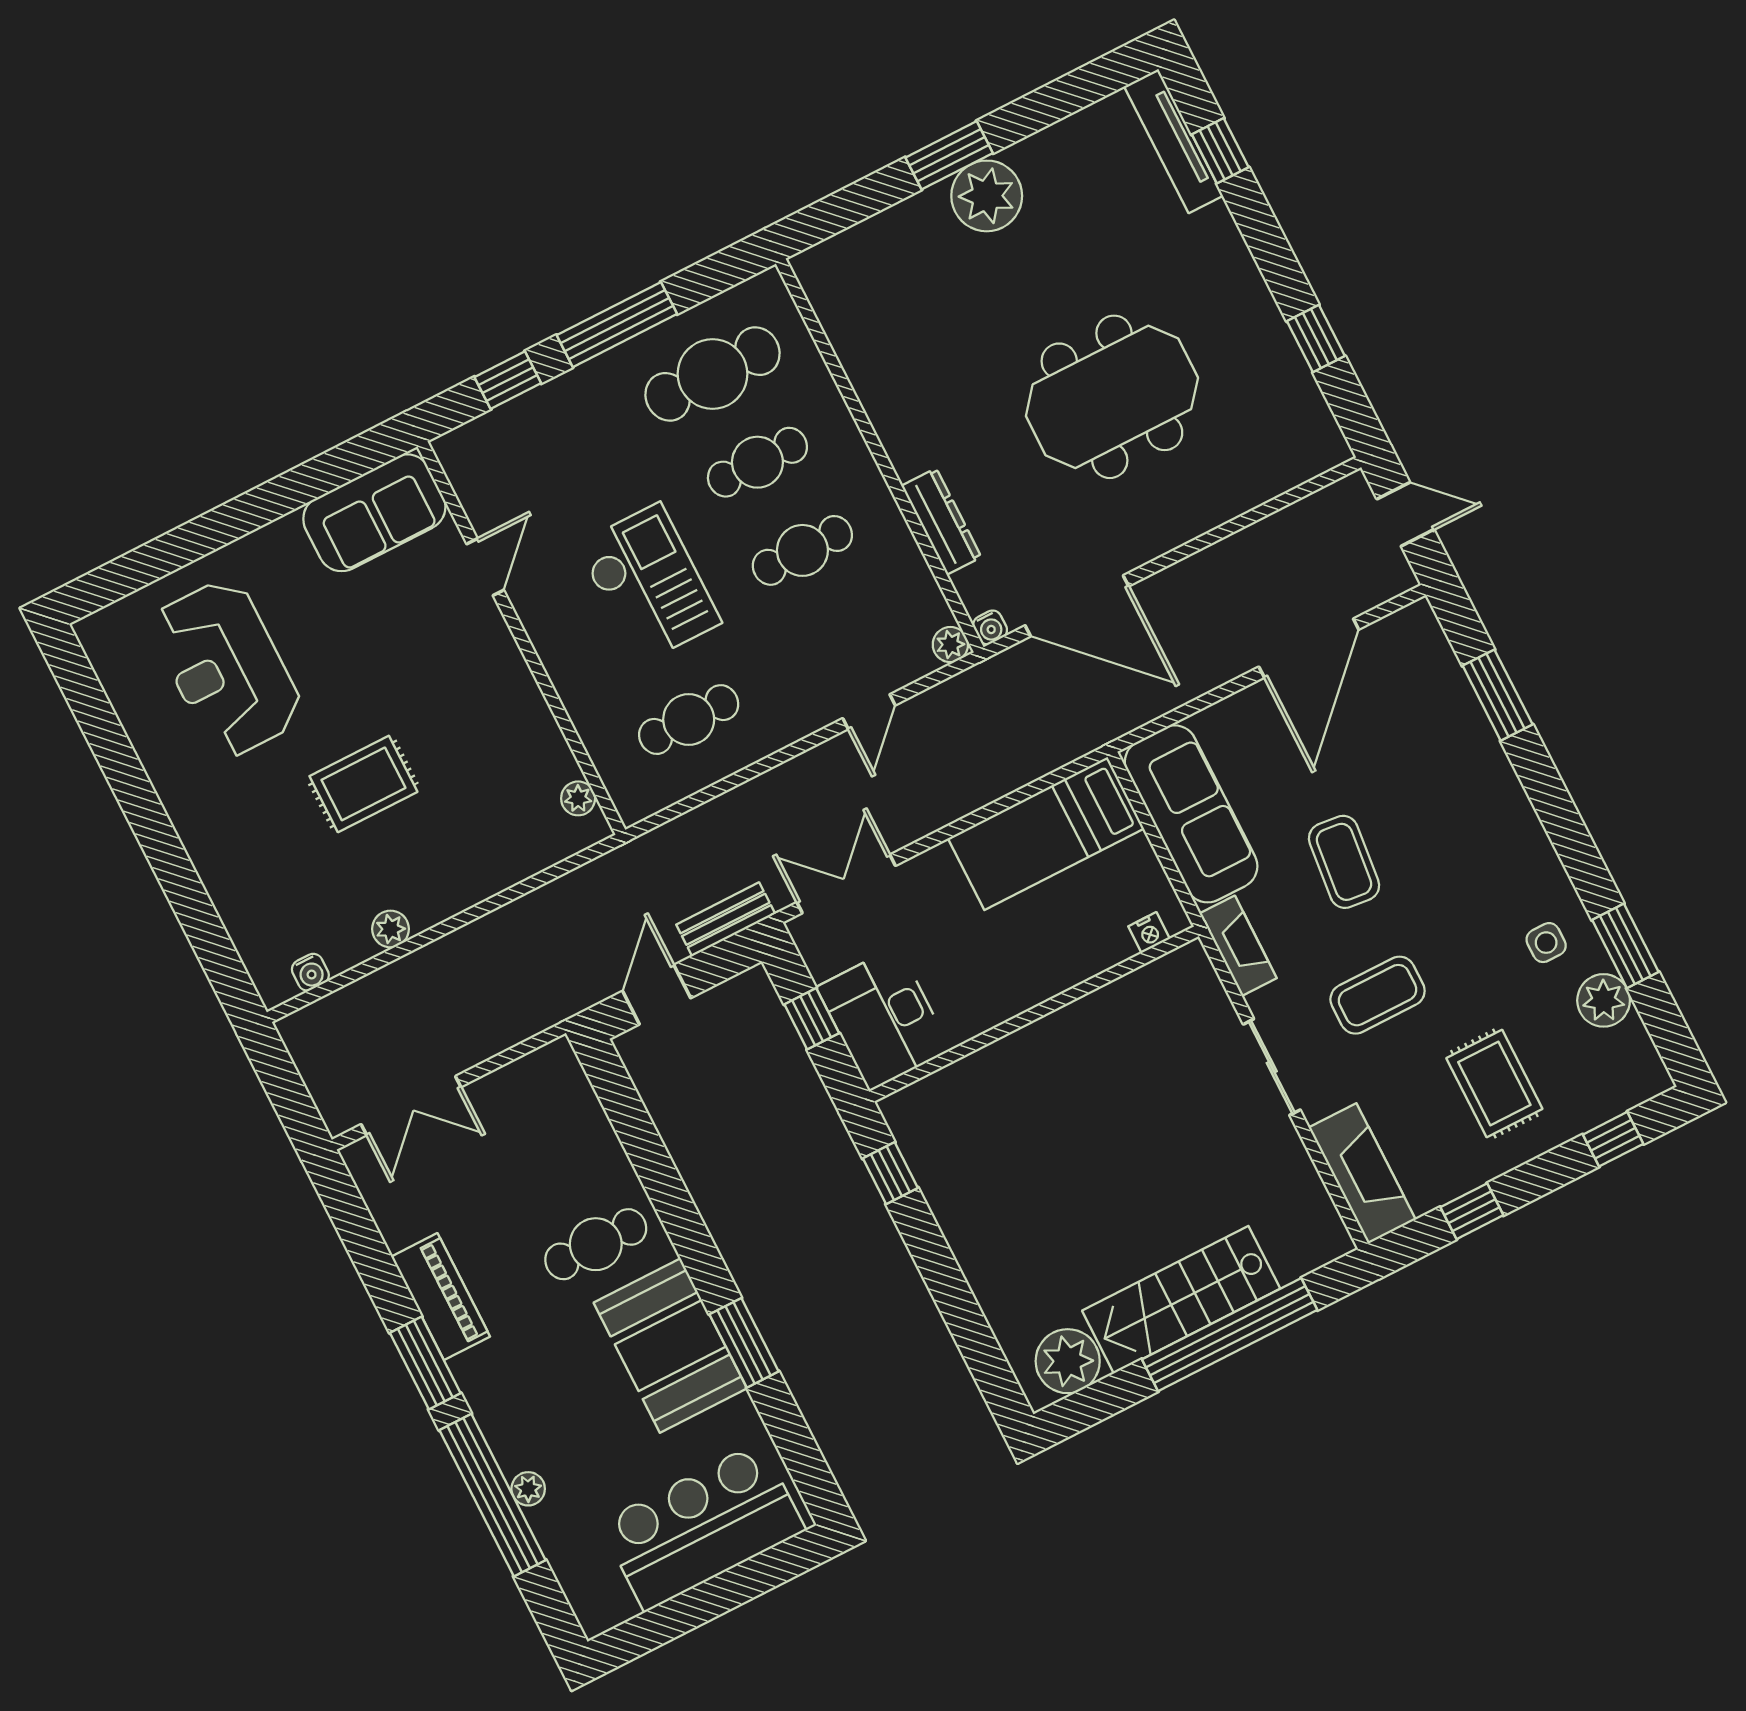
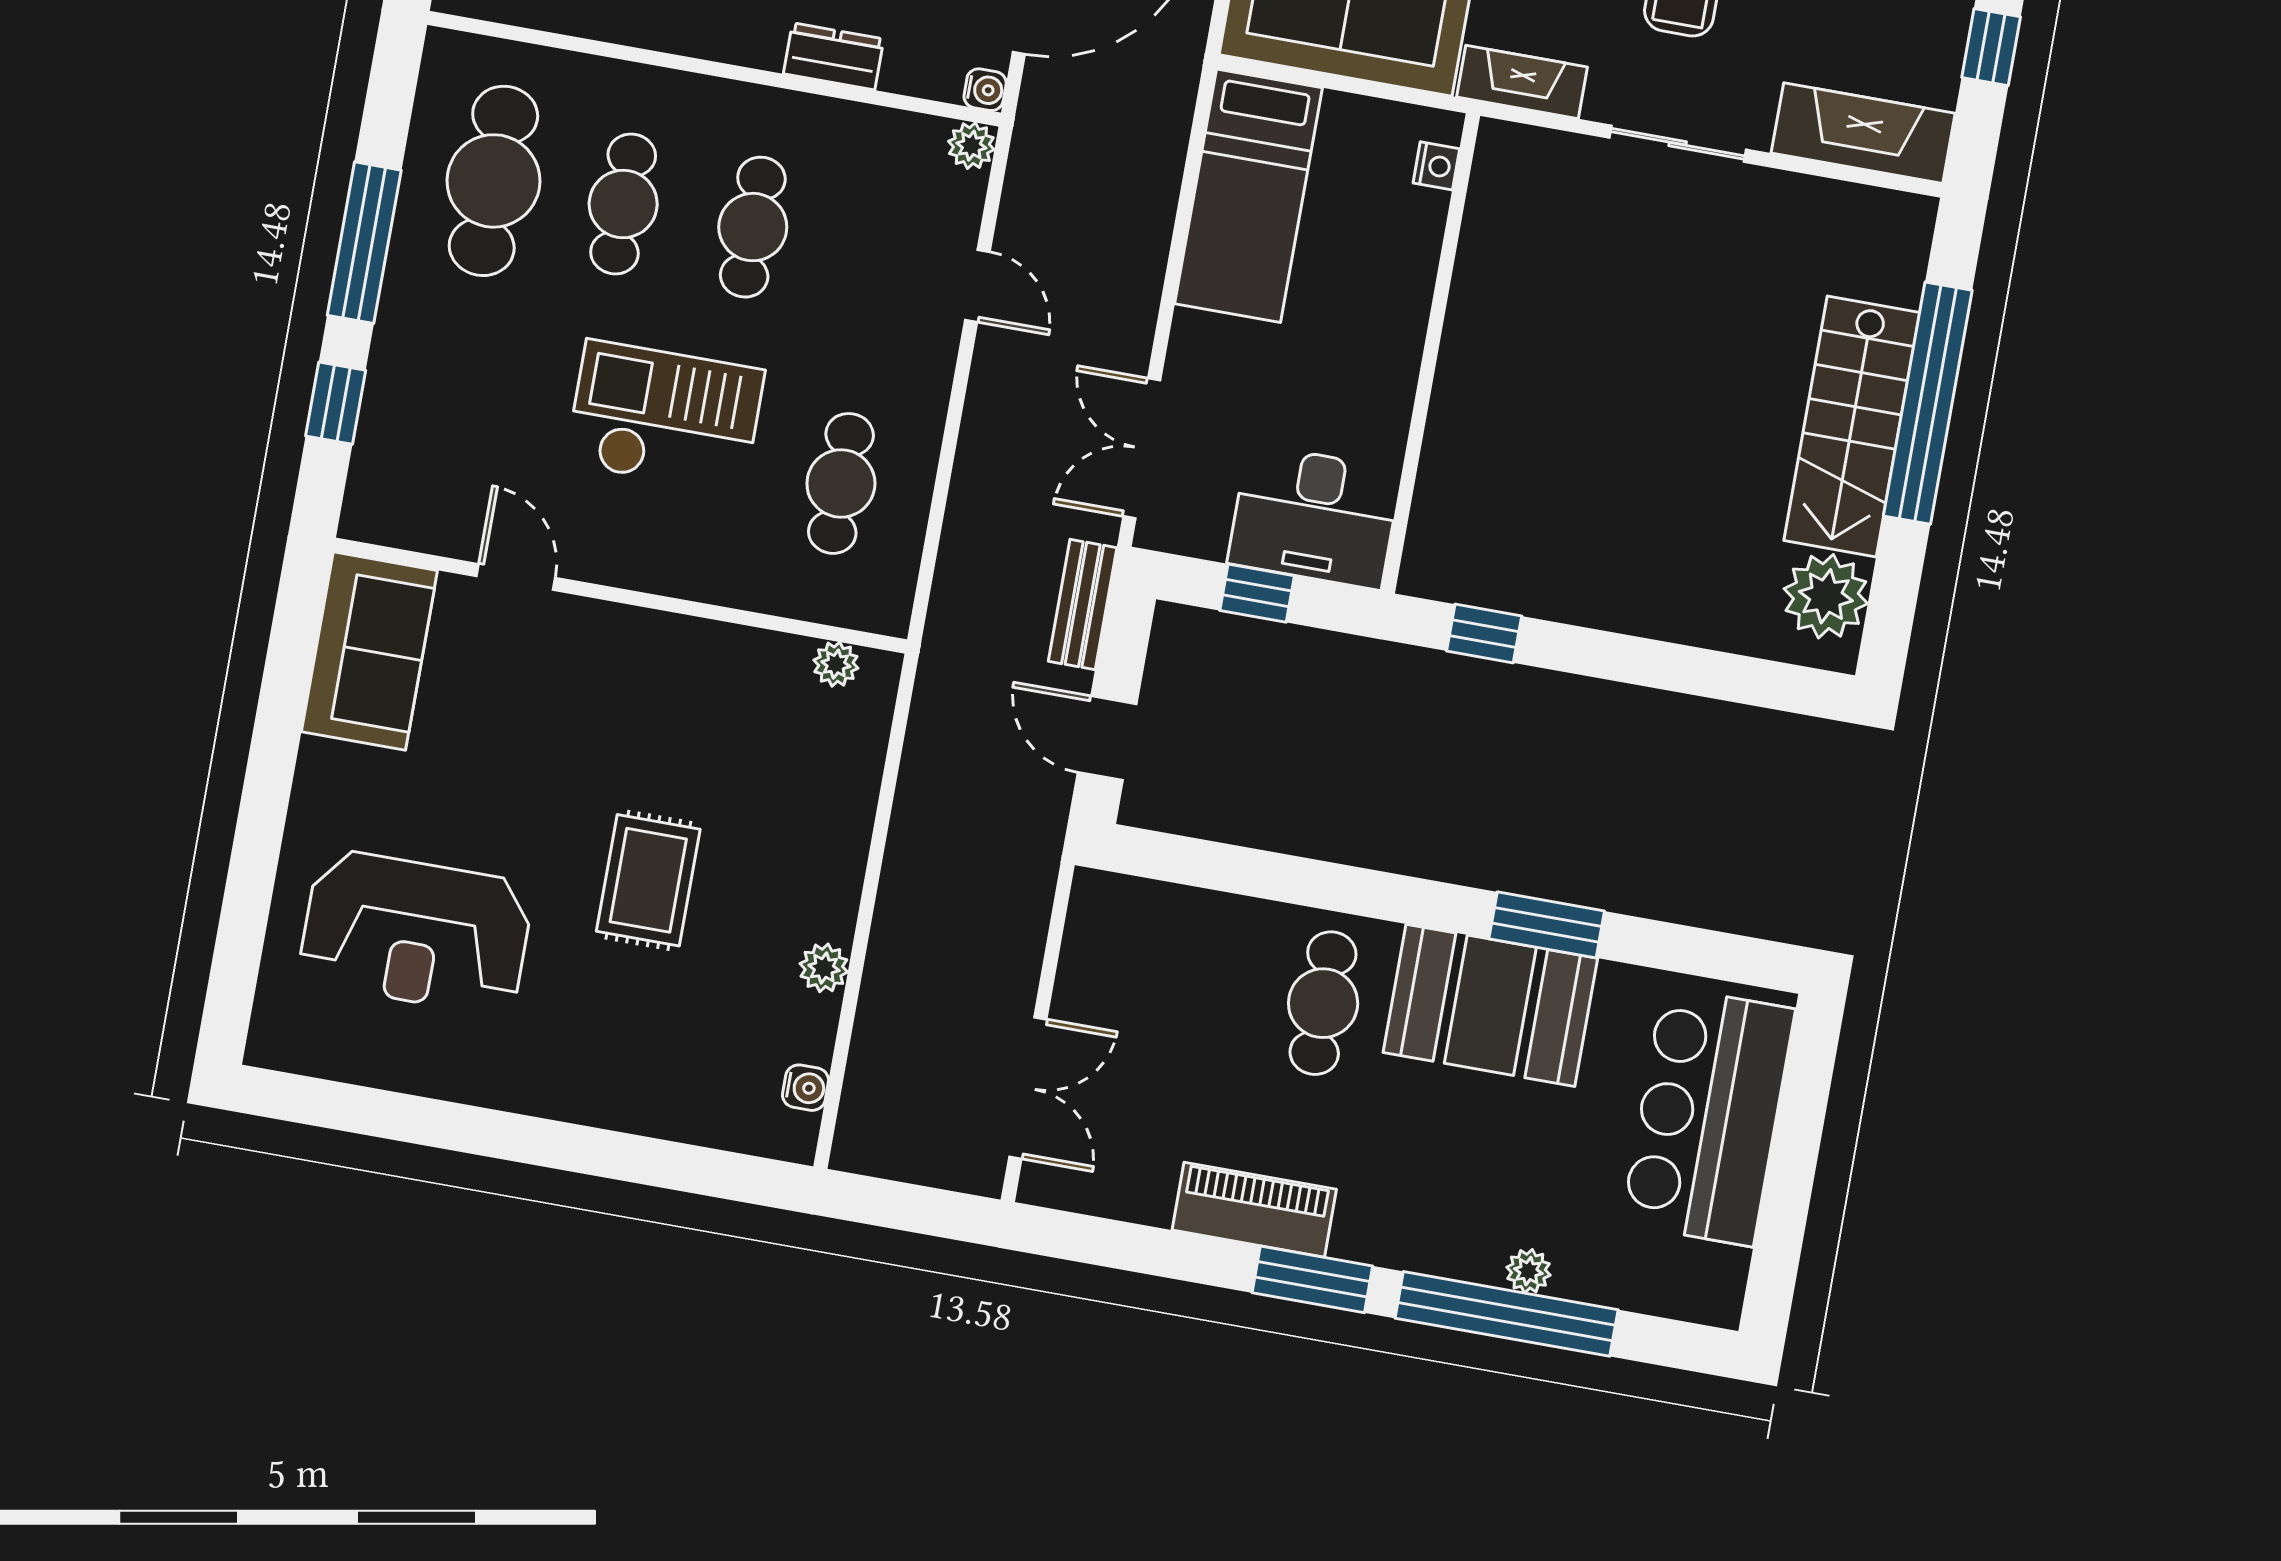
dresser: (941, 521) -> (834, 56), width x0.70

